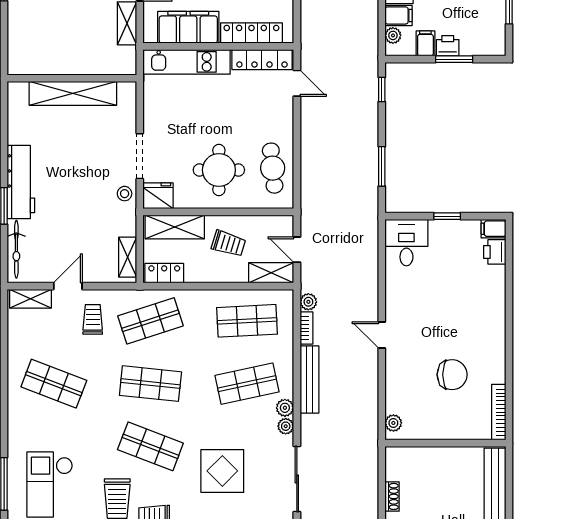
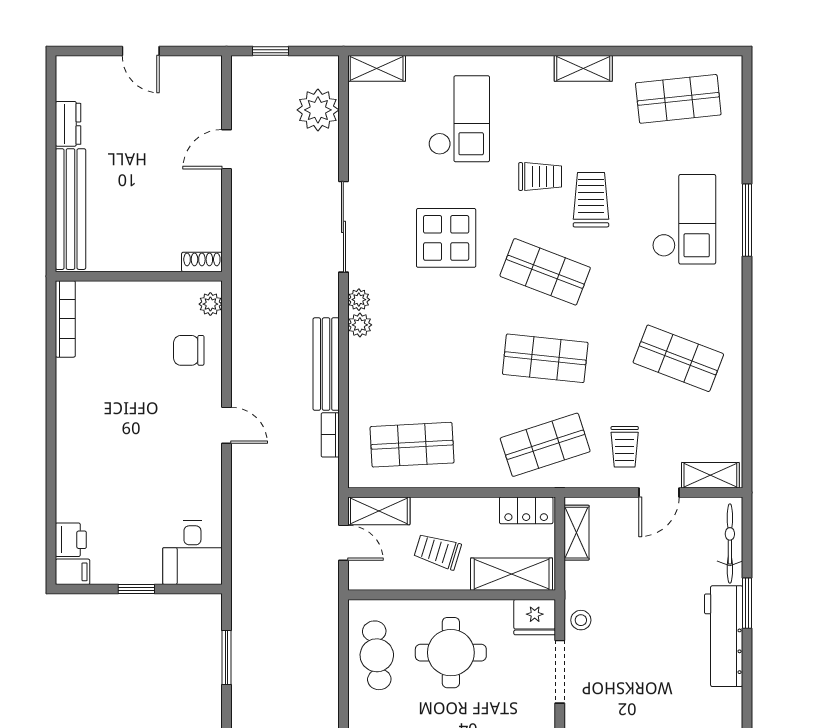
plant: (308, 302) -> (327, 471), removed
chair: (452, 375) -> (189, 350), moved, width x0.73, depth x0.73
shop shelf: (247, 384) -> (412, 358), removed
shoe rack: (392, 496) -> (202, 262), moved, turned 90

